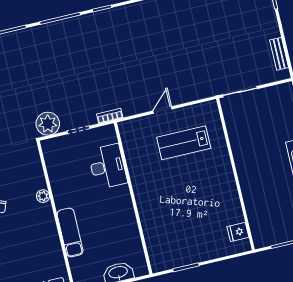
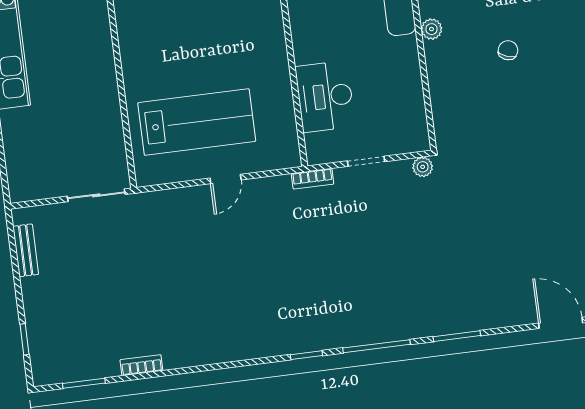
plant: (48, 124) -> (423, 167), width x0.53, depth x0.53
lab bench: (184, 143) -> (197, 122), width x1.36, depth x1.39
plant: (43, 196) -> (432, 29), moved

